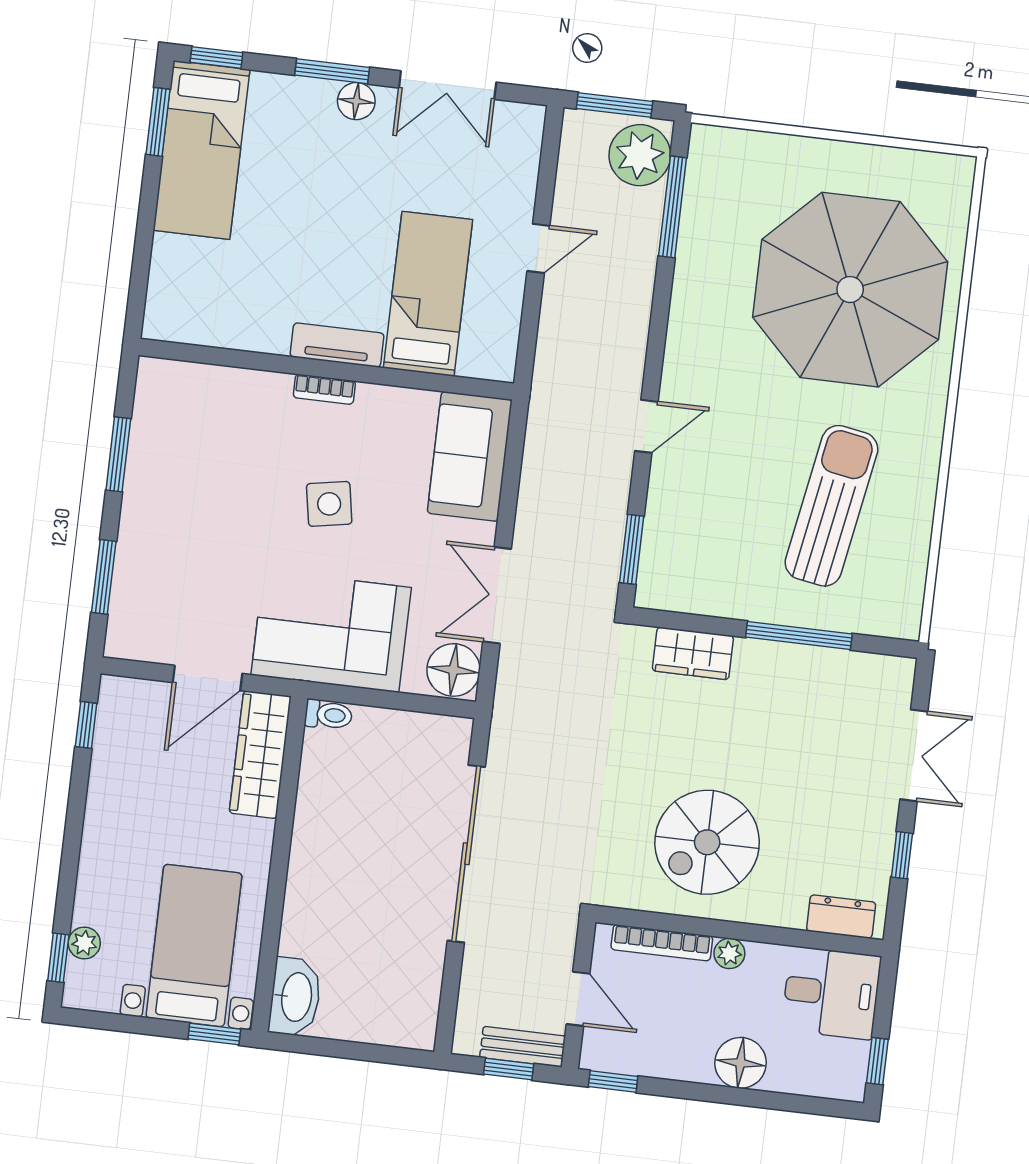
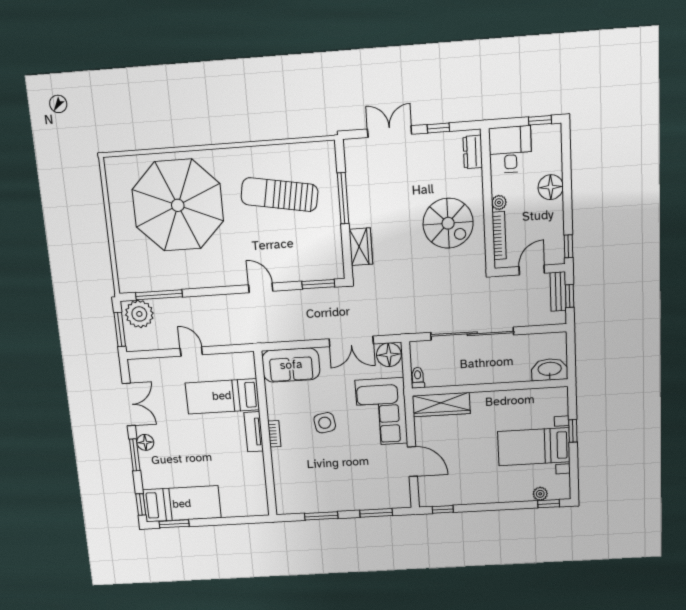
toilet: (328, 715) -> (418, 378), moved
wardrobe: (260, 755) -> (441, 405), moved
wall: (279, 864) -> (490, 387), moved
washbasin: (295, 997) -> (550, 369), moved

